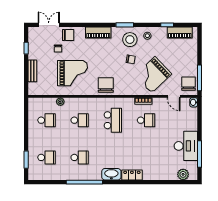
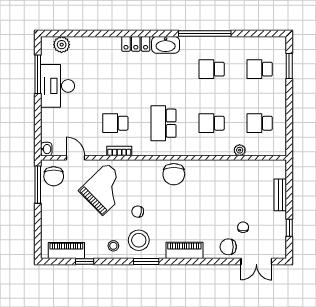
grand piano: (72, 73) -> (222, 191), removed

